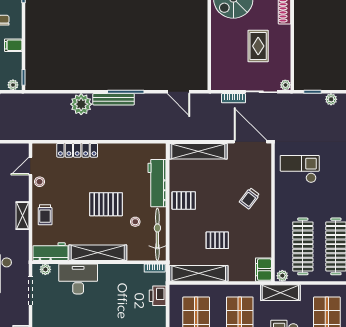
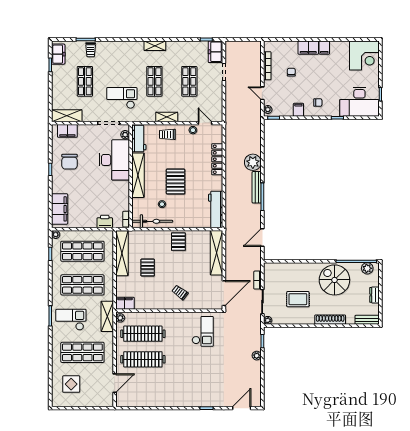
workbench: (157, 183) -> (216, 209), moved, turned -90
desk: (78, 279) -> (114, 160), width x1.36, depth x1.30

